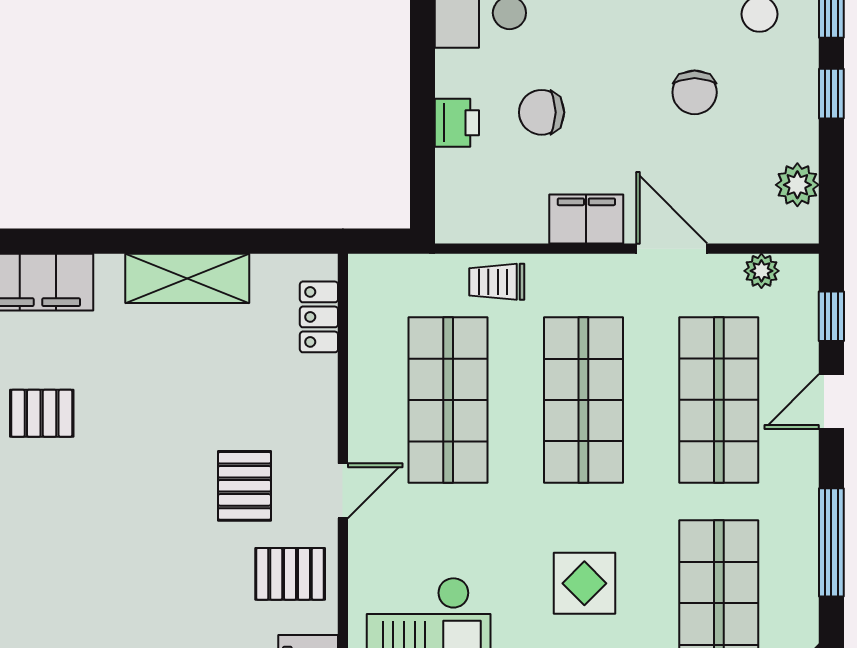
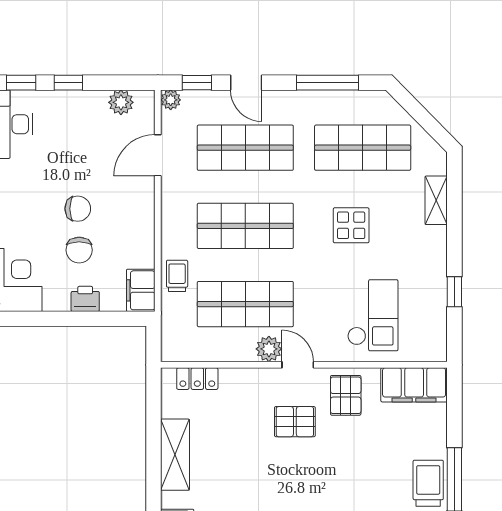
chair: (695, 92) -> (78, 209), moved
filing cabinet: (586, 219) -> (141, 290), moved
door: (672, 249) -> (158, 155), moved
plant: (761, 271) -> (171, 100), moved
trolley: (497, 282) -> (177, 276), turned 180
plant: (370, 441) -> (269, 349), added

